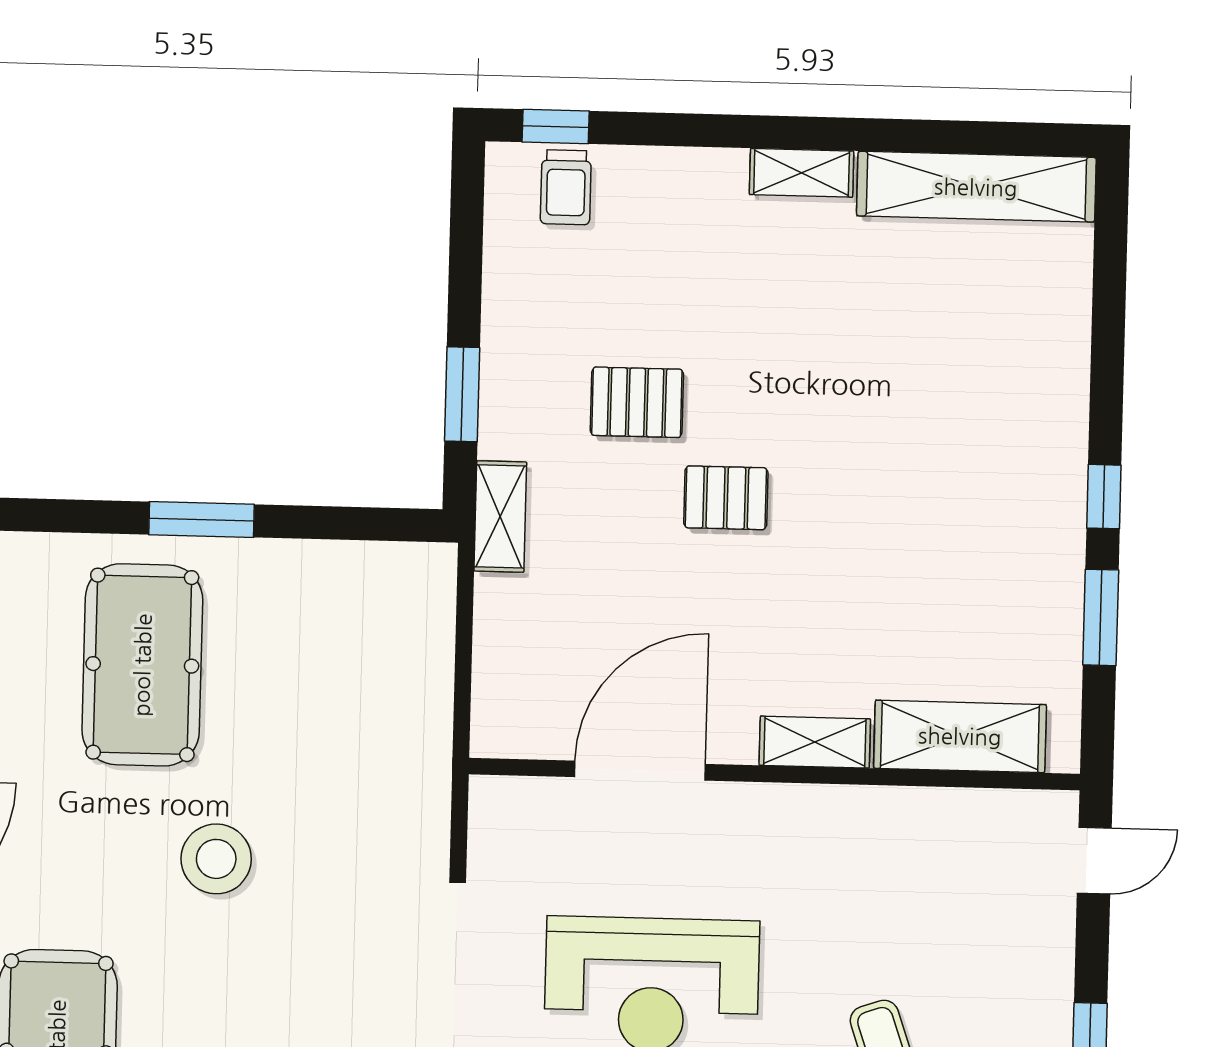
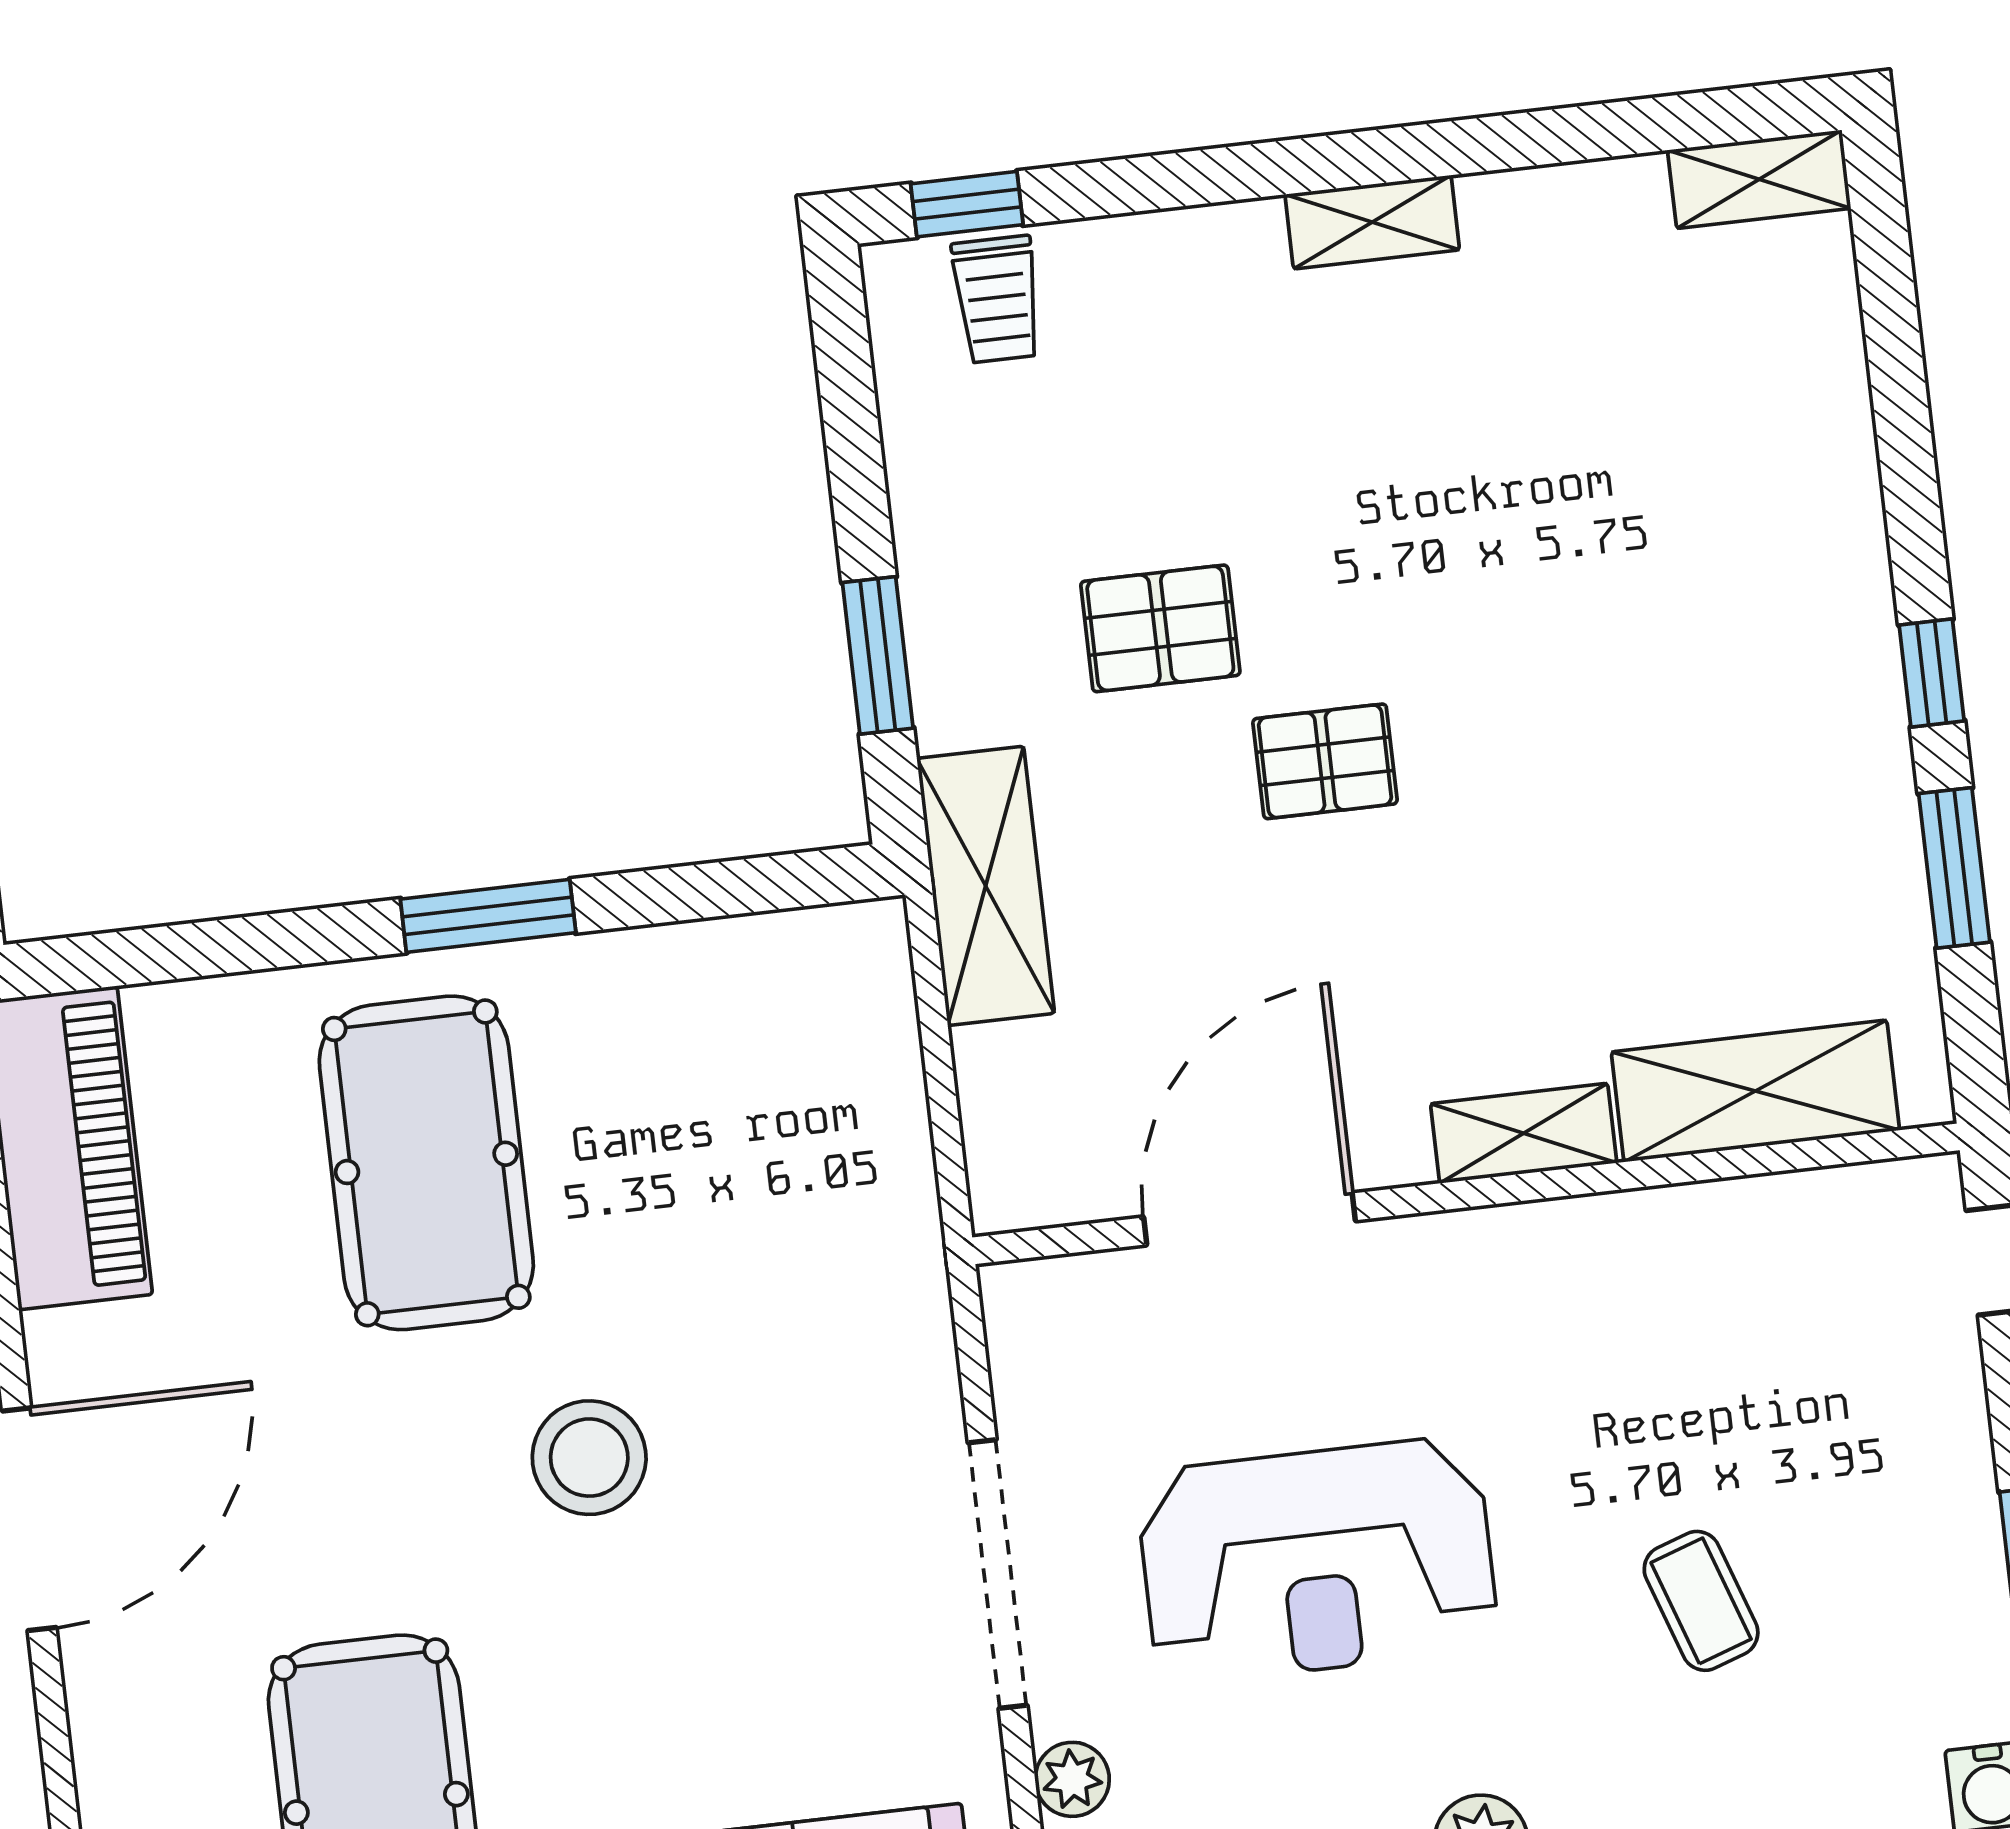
shelving: (976, 187) -> (1759, 179), width x0.45, depth x0.75
shelving: (500, 516) -> (986, 886), width x1.50, depth x1.33

